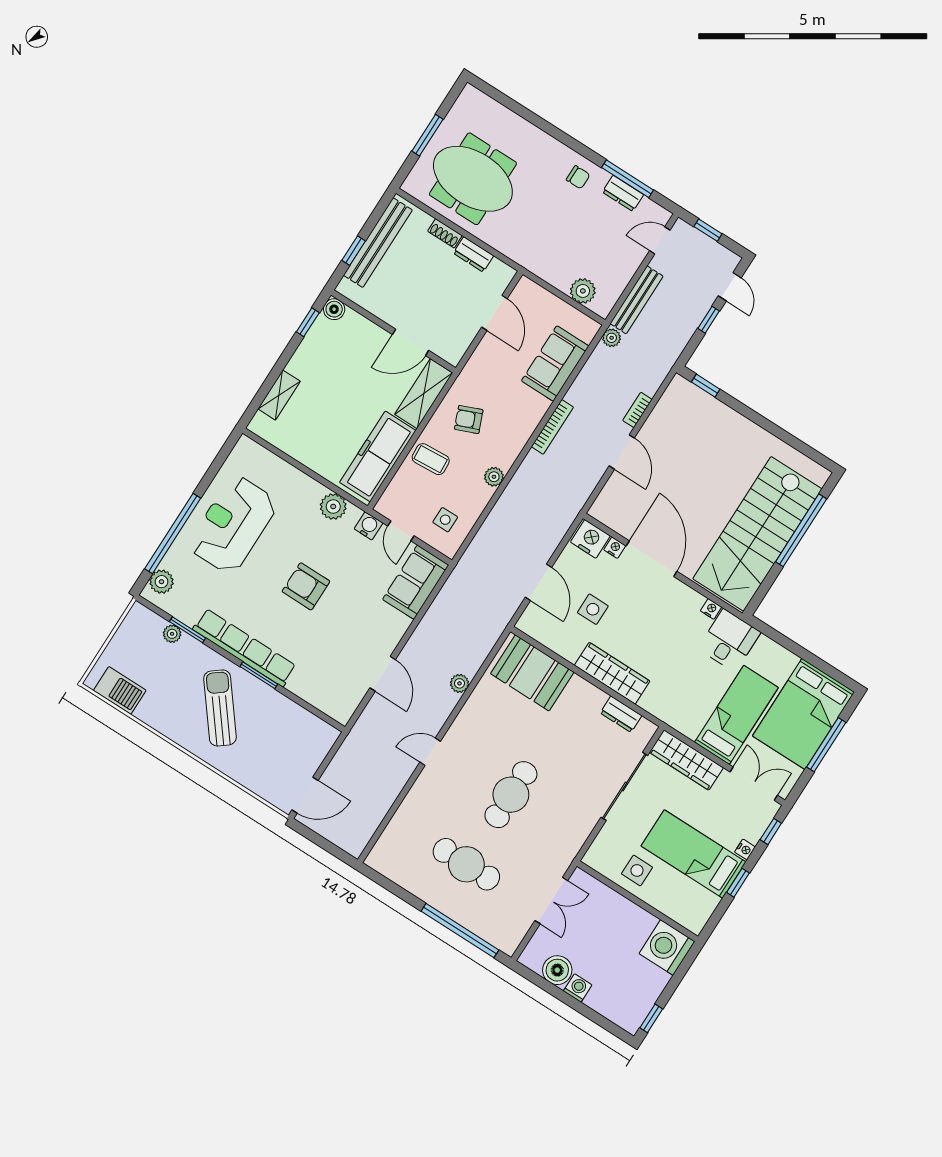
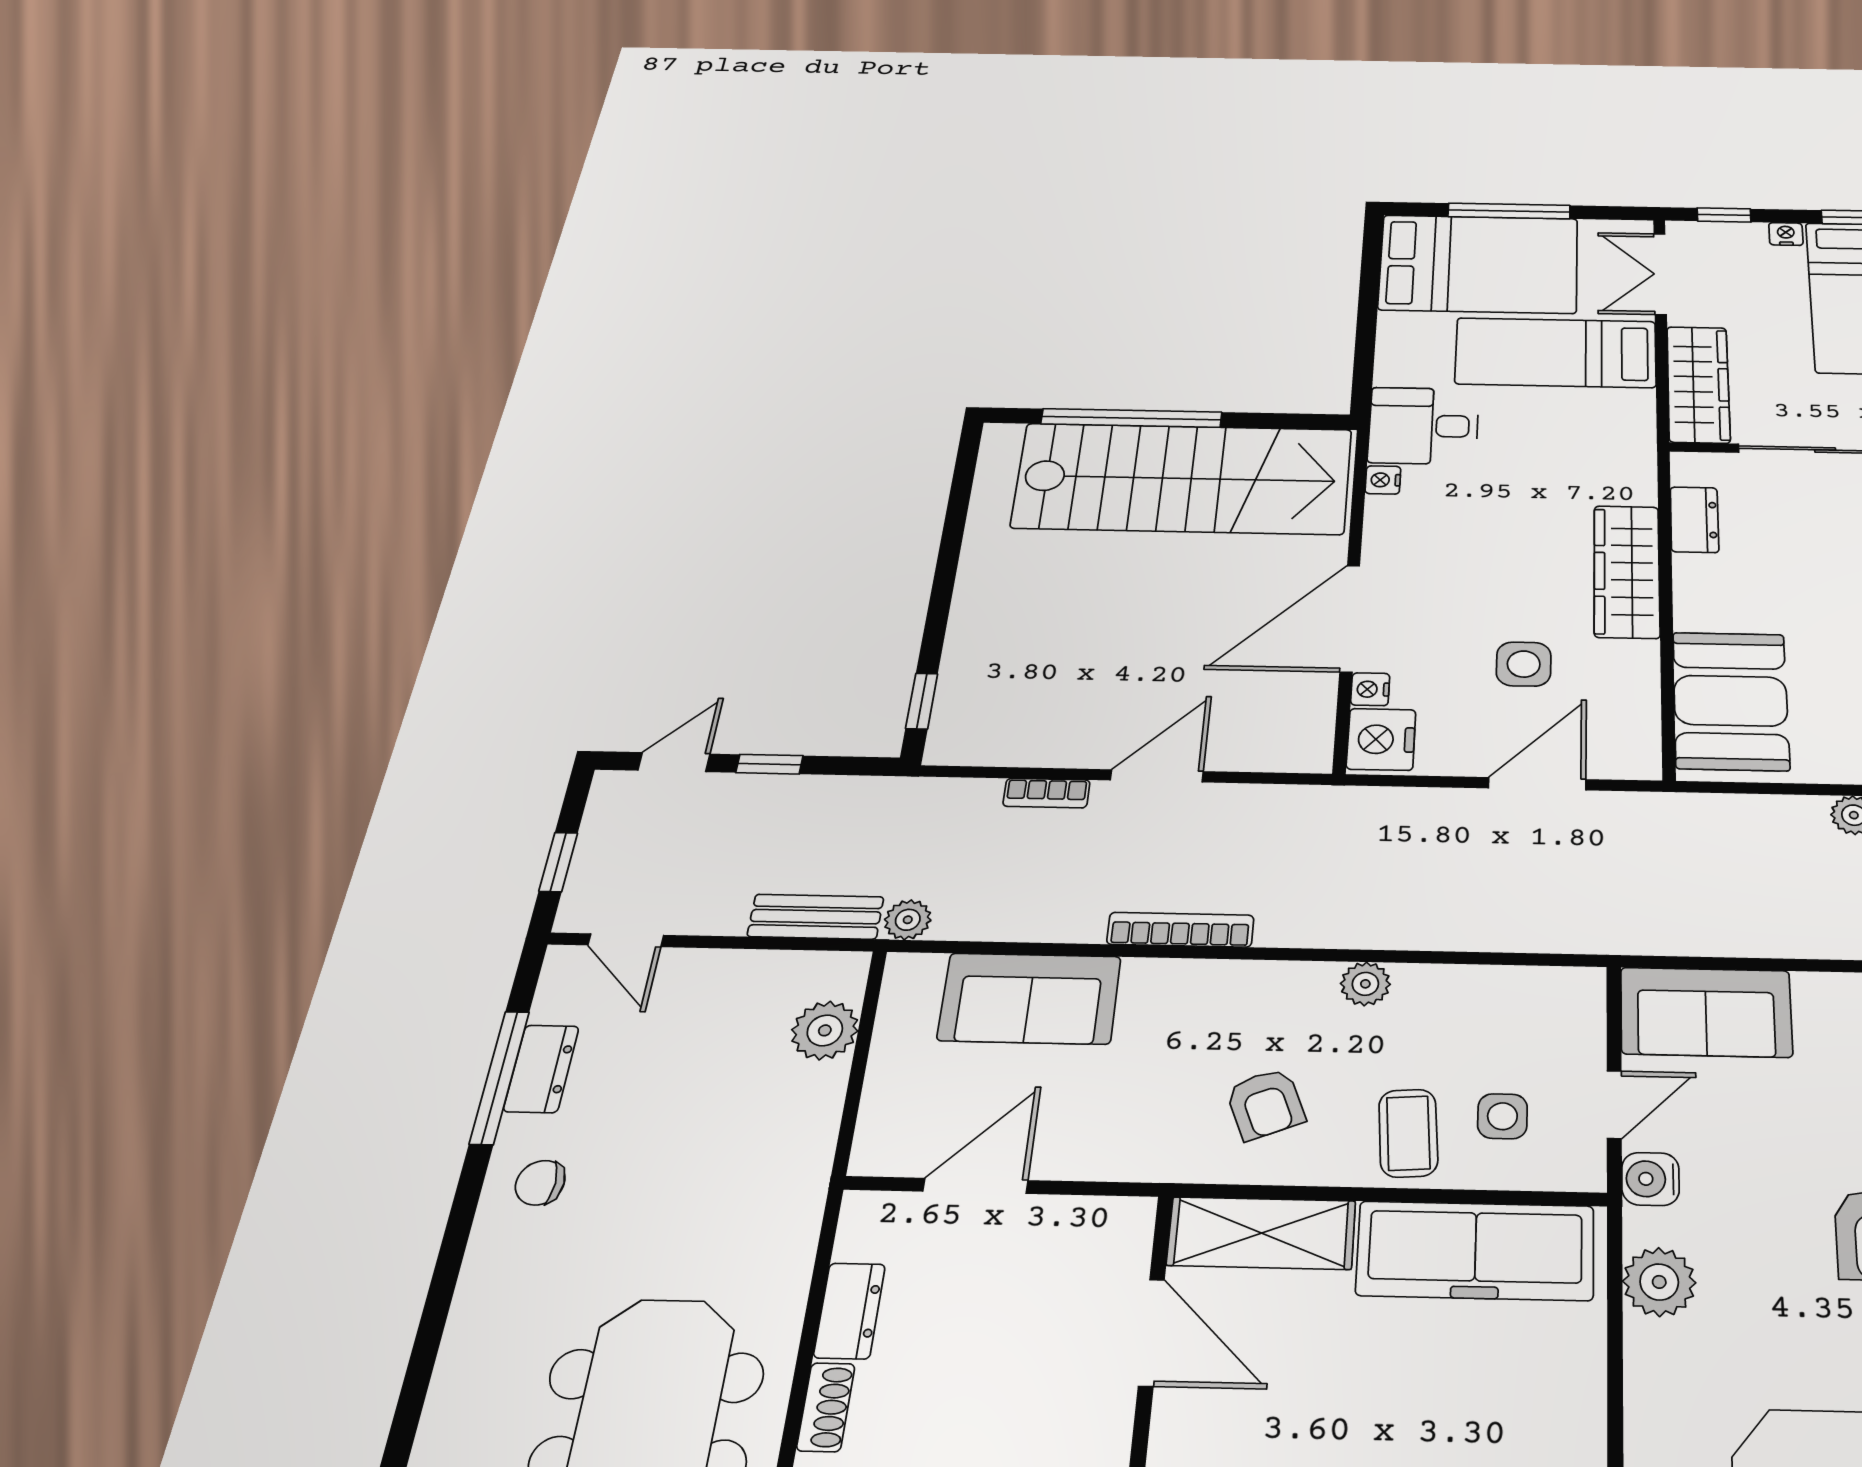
chair: (578, 177) -> (540, 1183), turned -90
bench: (637, 300) -> (816, 917), width x0.73
side table: (445, 520) -> (1502, 1116), moved

